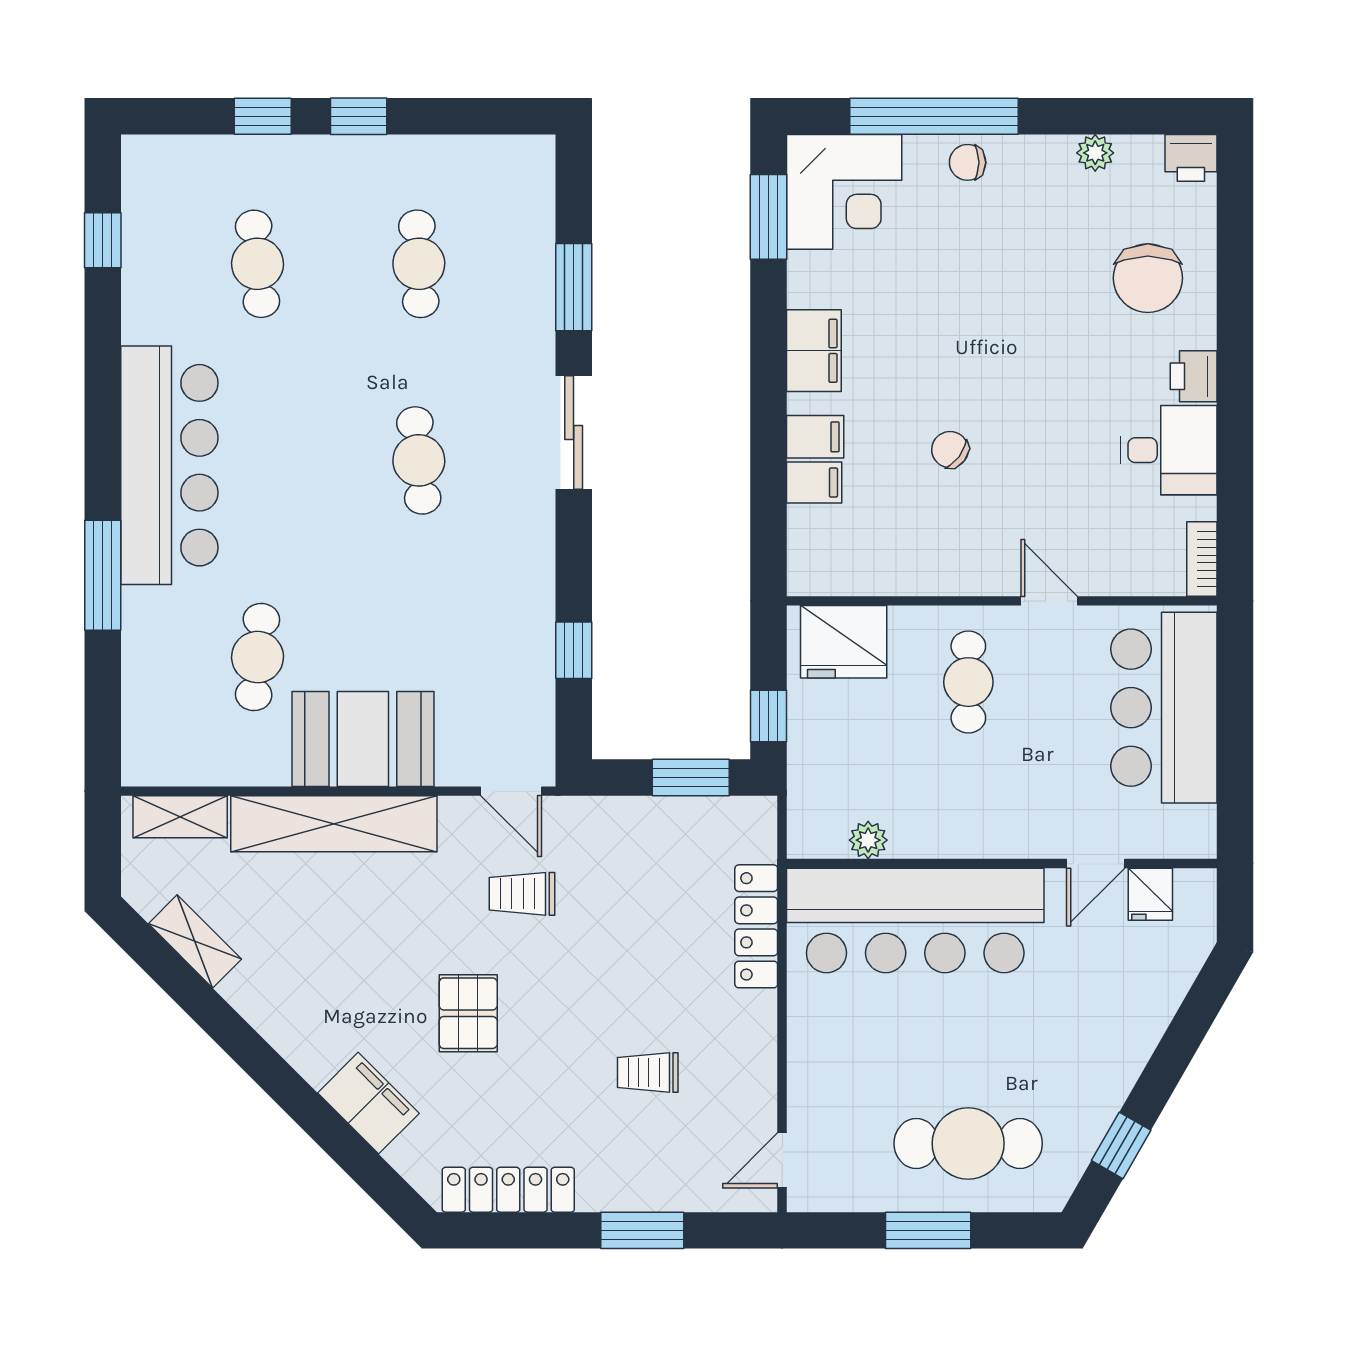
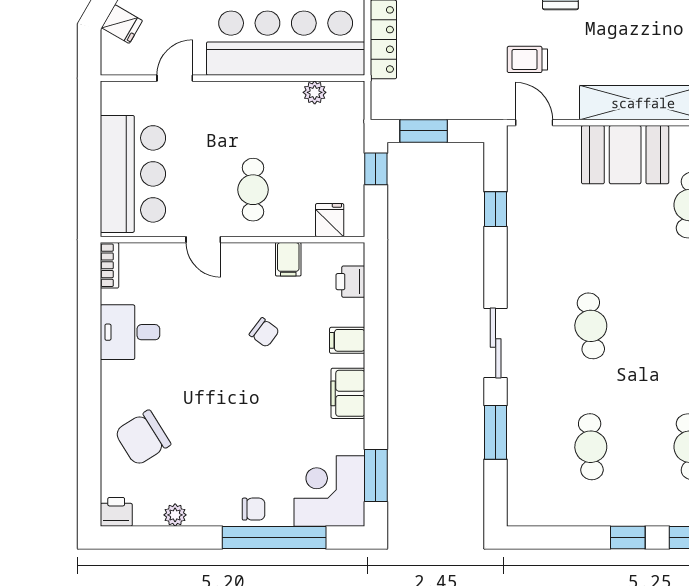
chair: (1148, 278) -> (143, 438), turned -122
printer: (1194, 376) -> (350, 282), moved, turned 180
filing cabinet: (814, 483) -> (288, 259), moved, turned -90
fridge: (844, 642) -> (330, 220), width x0.53, depth x0.75
trolley: (522, 894) -> (527, 59), turned 180
fridge: (1150, 894) -> (122, 24), moved, turned 120

